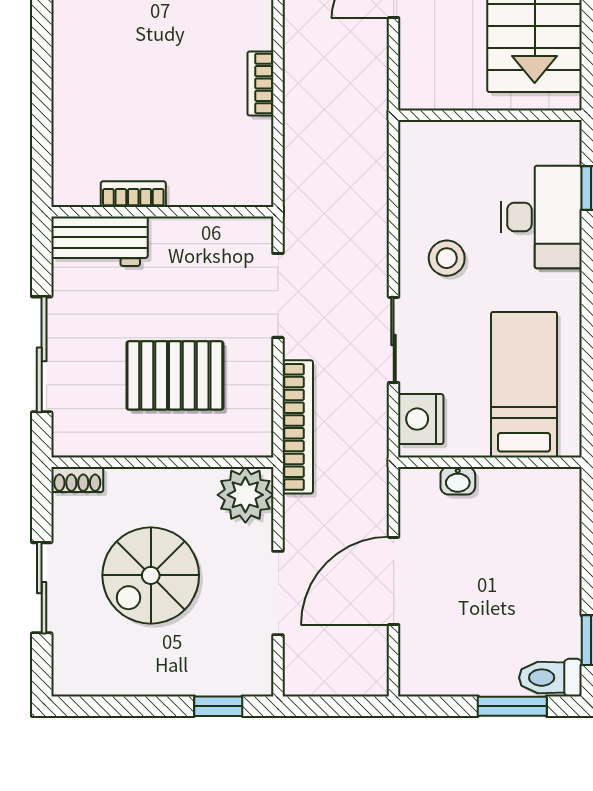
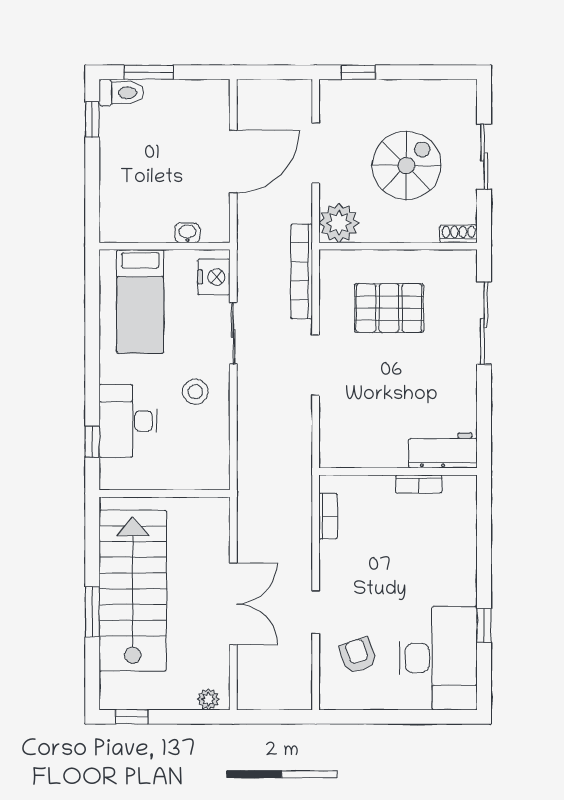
bookcase: (133, 194) -> (419, 484), moved
wall: (162, 212) -> (398, 472), moved
workbench: (99, 241) -> (443, 450), moved

